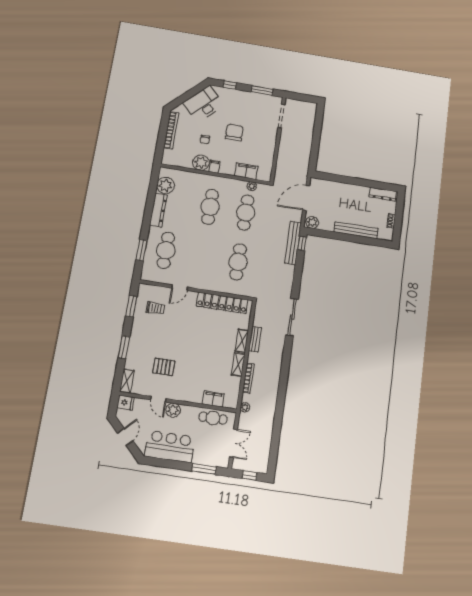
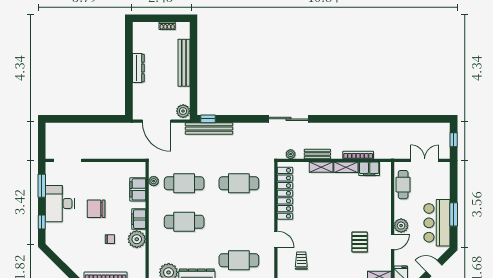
desk: (203, 104) -> (60, 204), moved, turned 45
filing cabinet: (214, 167) -> (139, 219), width x2.00
dresser: (383, 194) -> (138, 68), moved
filing cabinet: (213, 399) -> (369, 169), moved, turned -90
plant: (245, 407) -> (291, 154), moved
window: (204, 469) -> (454, 214), moved

